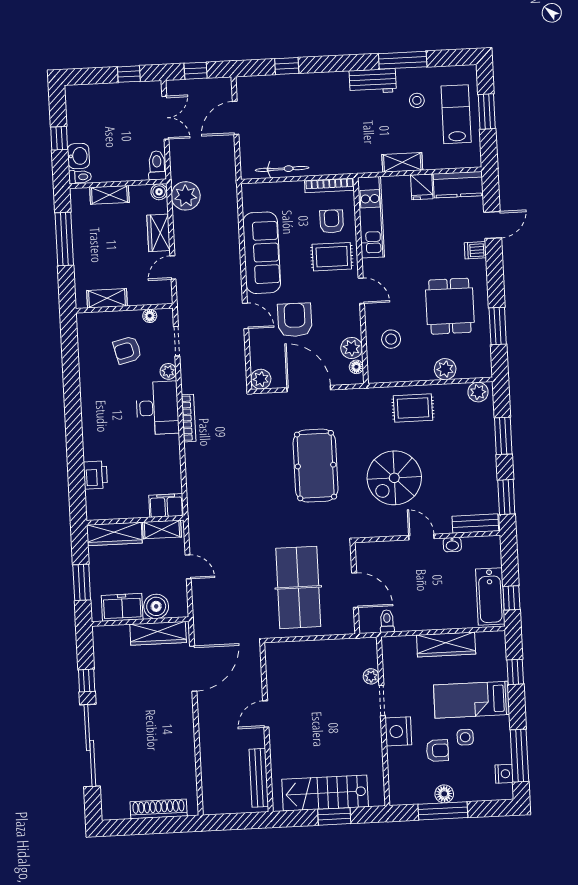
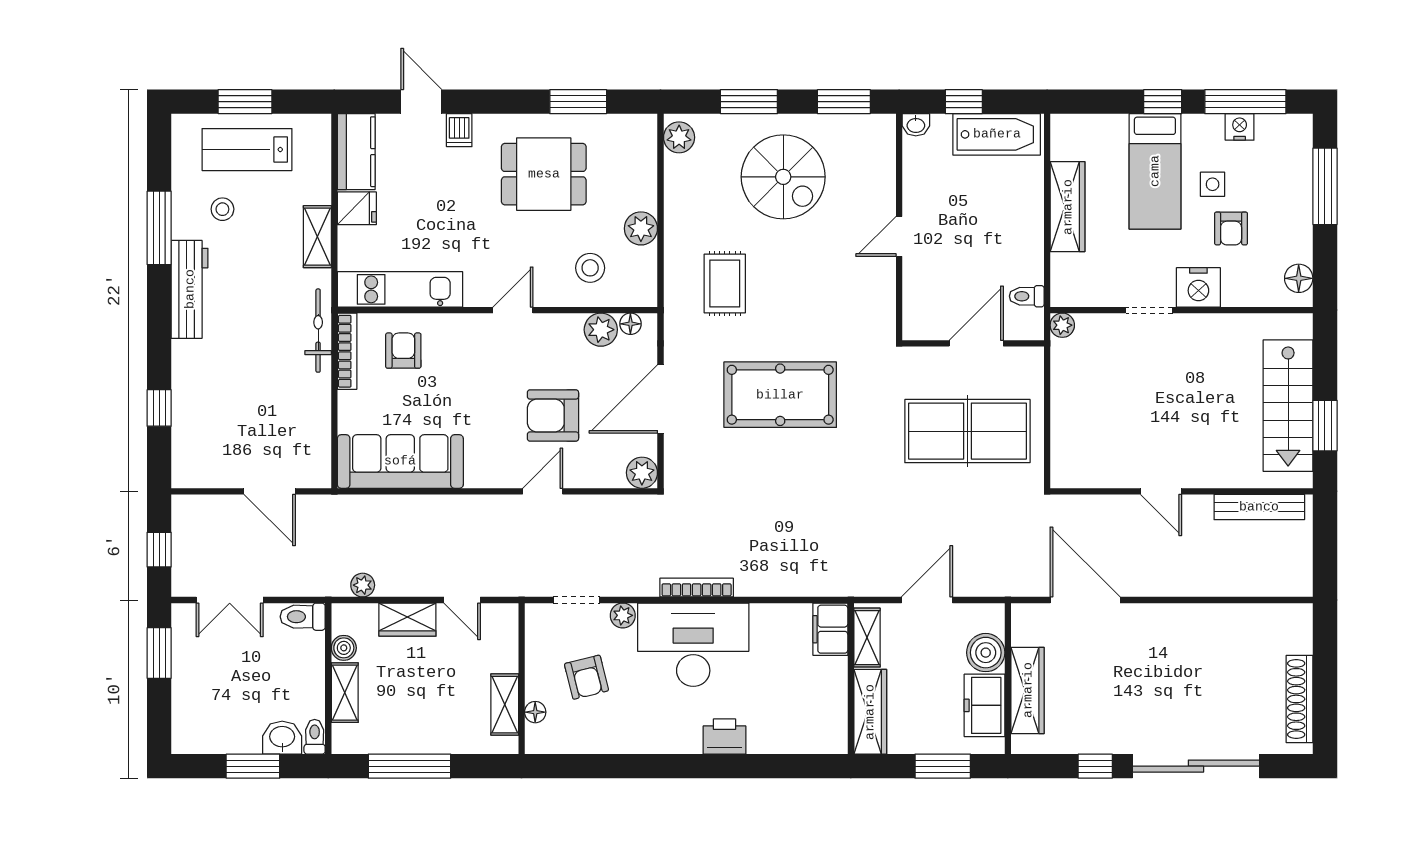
window: (129, 74) -> (159, 653), width x1.50
workbench: (373, 81) -> (190, 289), width x1.38
double door: (165, 118) -> (230, 600), swing flipped
door: (236, 118) -> (270, 491), moved
window: (59, 138) -> (253, 766), width x1.50
bicycle: (282, 169) -> (318, 331), moved
boiler: (159, 192) -> (344, 648), moved
plant: (186, 196) -> (363, 585), width x0.53, depth x0.53
armchair: (332, 221) -> (403, 351), turned 90
sofa: (262, 253) -> (400, 461), moved
rug: (332, 257) -> (458, 353), removed
floor lamp: (150, 316) -> (535, 712), moved
plant: (445, 369) -> (641, 228), moved
desk: (157, 408) -> (693, 645), width x1.36, depth x1.30
rug: (413, 408) -> (725, 283), moved
printer: (95, 475) -> (724, 736), moved
spiral stairs: (394, 478) -> (783, 177), moved
bench: (475, 524) -> (883, 152), removed
washbasin: (452, 545) -> (916, 125), moved, turned 90
door: (188, 567) -> (927, 600), width x1.38
window: (511, 598) -> (964, 102), moved
wardrobe: (158, 633) -> (1028, 690), moved
window: (515, 672) -> (1163, 102), moved
plant: (371, 676) -> (1062, 325), moved
armchair: (437, 751) -> (1231, 228), turned 180
nightstand: (504, 774) -> (1240, 127), moved
floor lamp: (444, 794) -> (1299, 278), moved
shoe rack: (159, 809) -> (1299, 699), moved
window: (443, 811) -> (1325, 186), moved
window: (334, 816) -> (1325, 426), moved

